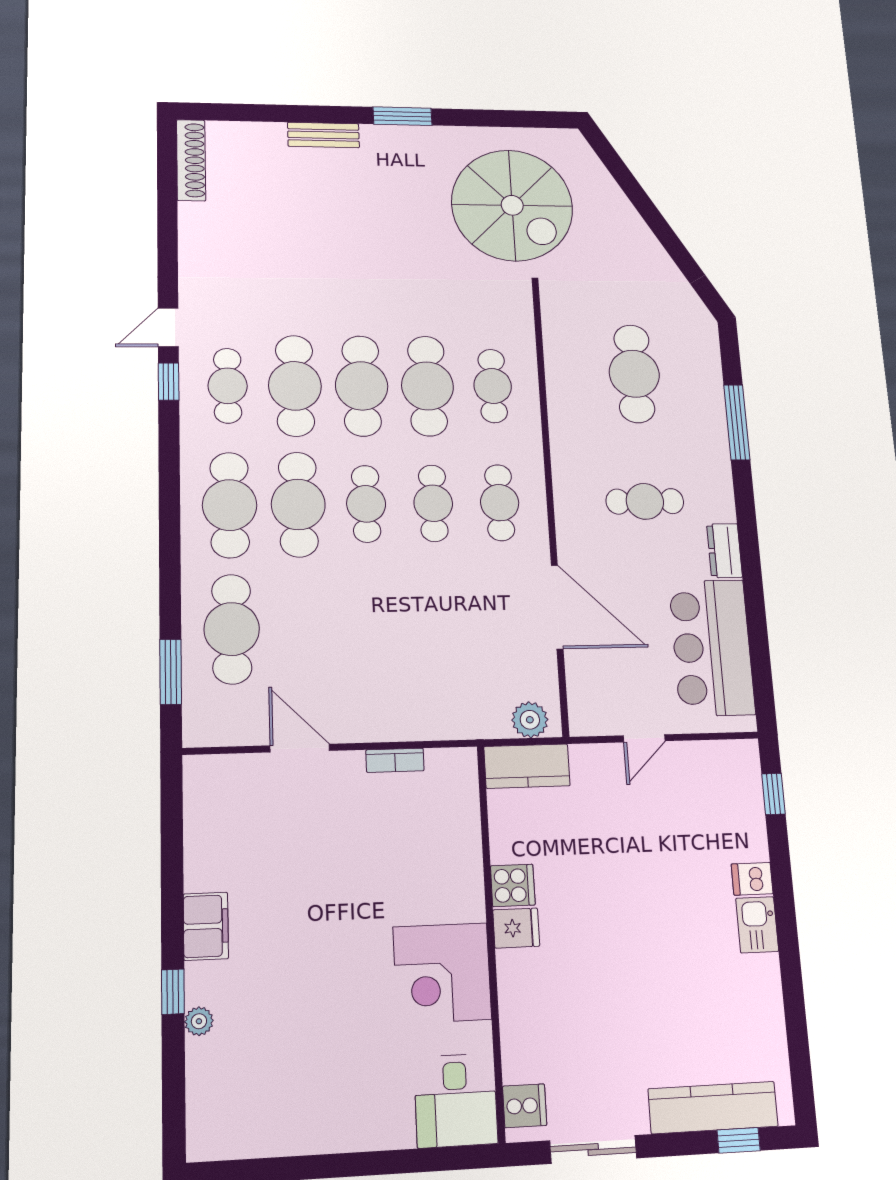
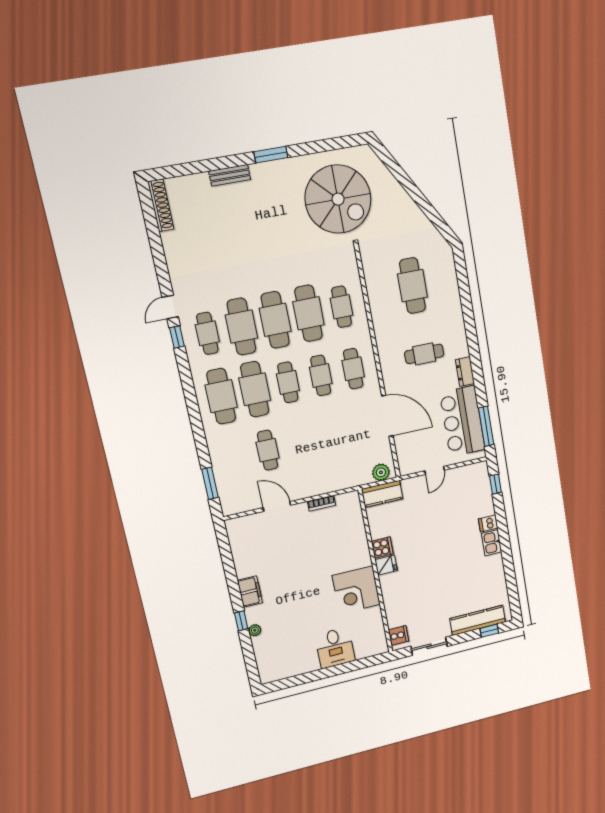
window: (737, 422) -> (486, 426), moved
cafe table: (232, 629) -> (268, 450), moved, width x0.73, depth x0.74
desk: (456, 1100) -> (335, 648), moved

